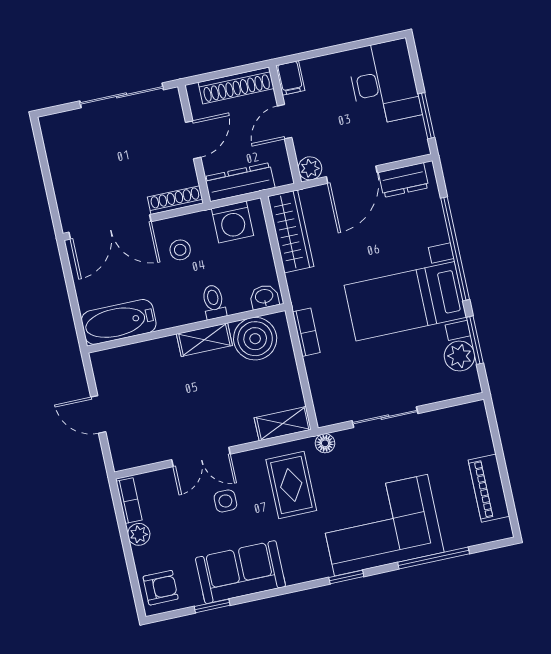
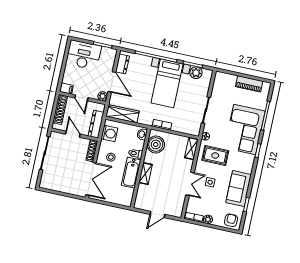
bathtub: (119, 322) -> (131, 173), moved
shelving: (204, 340) -> (145, 174), moved

